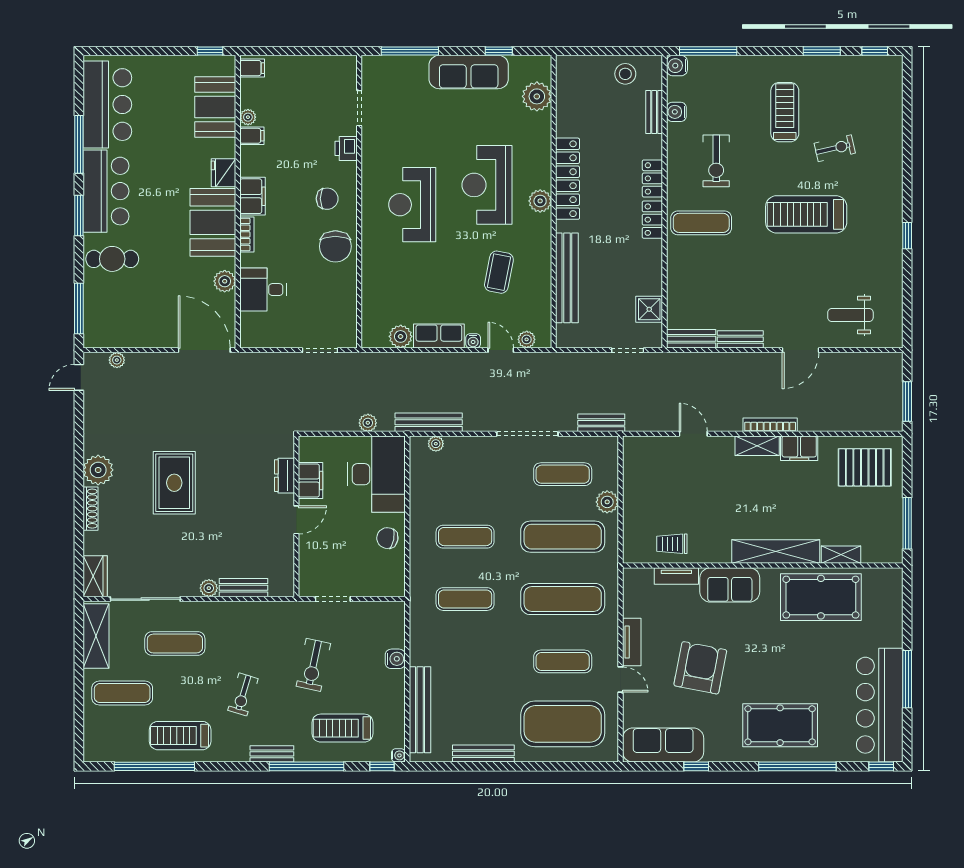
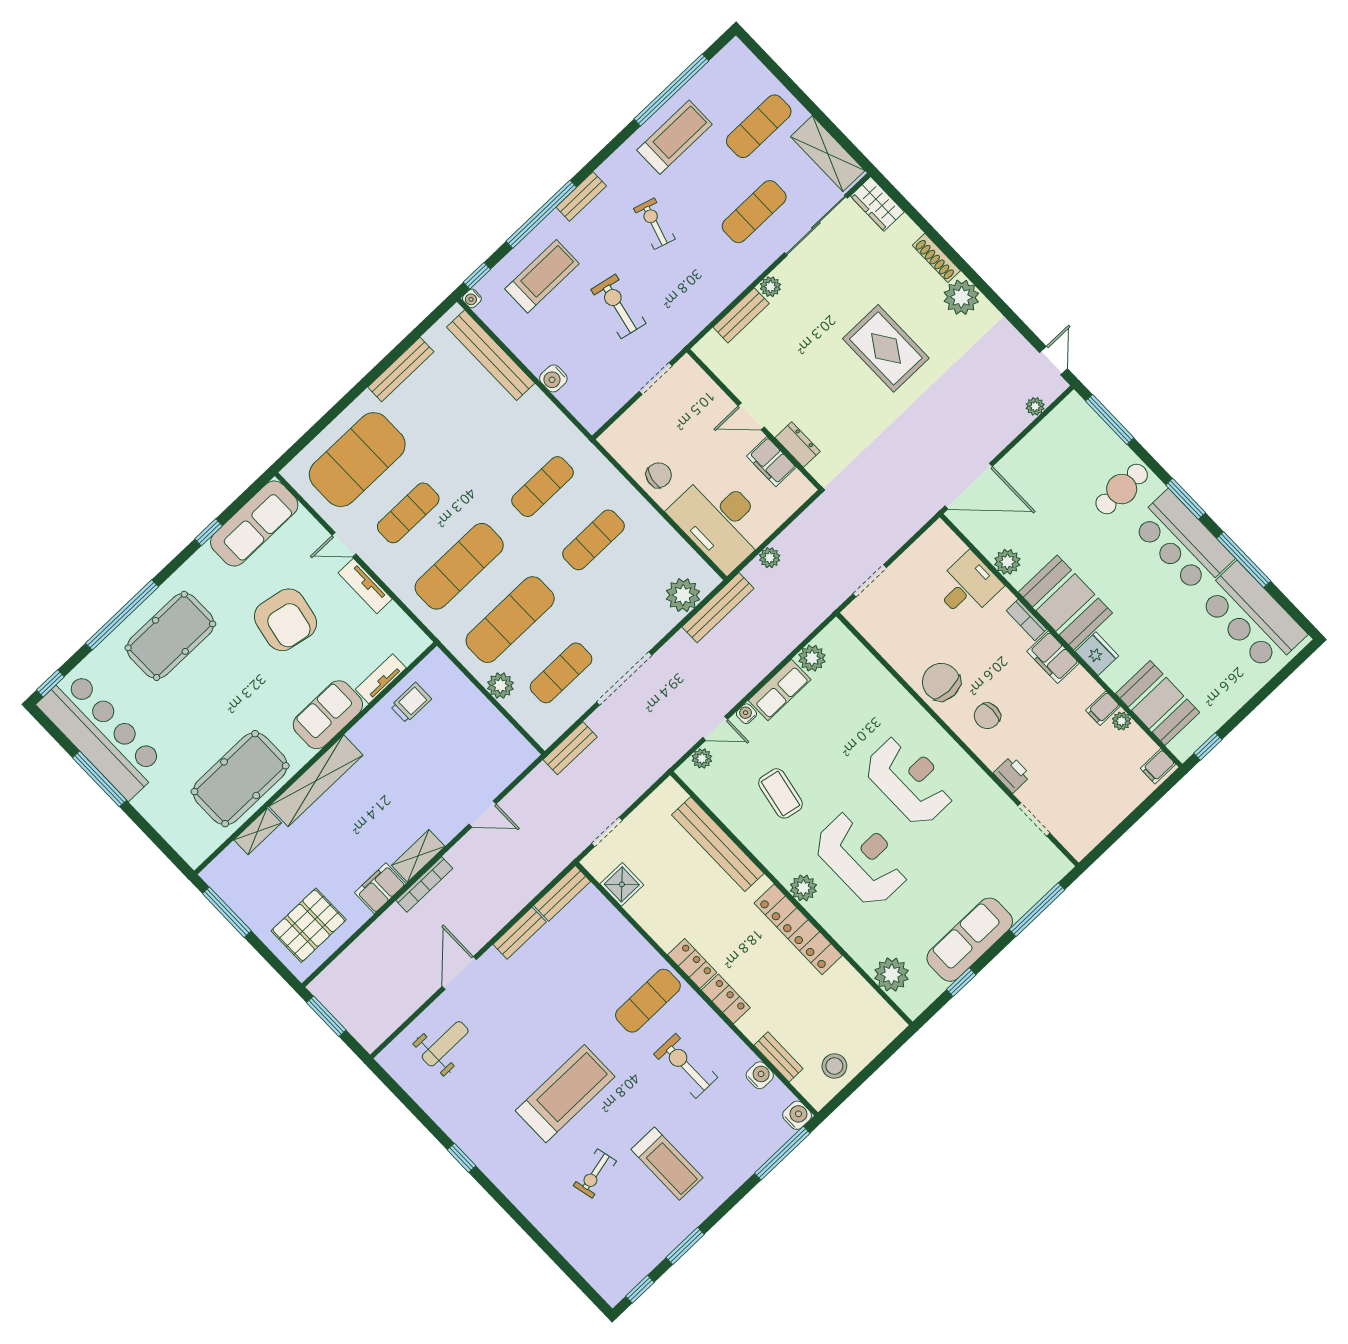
plant: (436, 444) -> (683, 595), width x1.87, depth x1.87
door: (296, 520) -> (751, 416), hinge flipped

